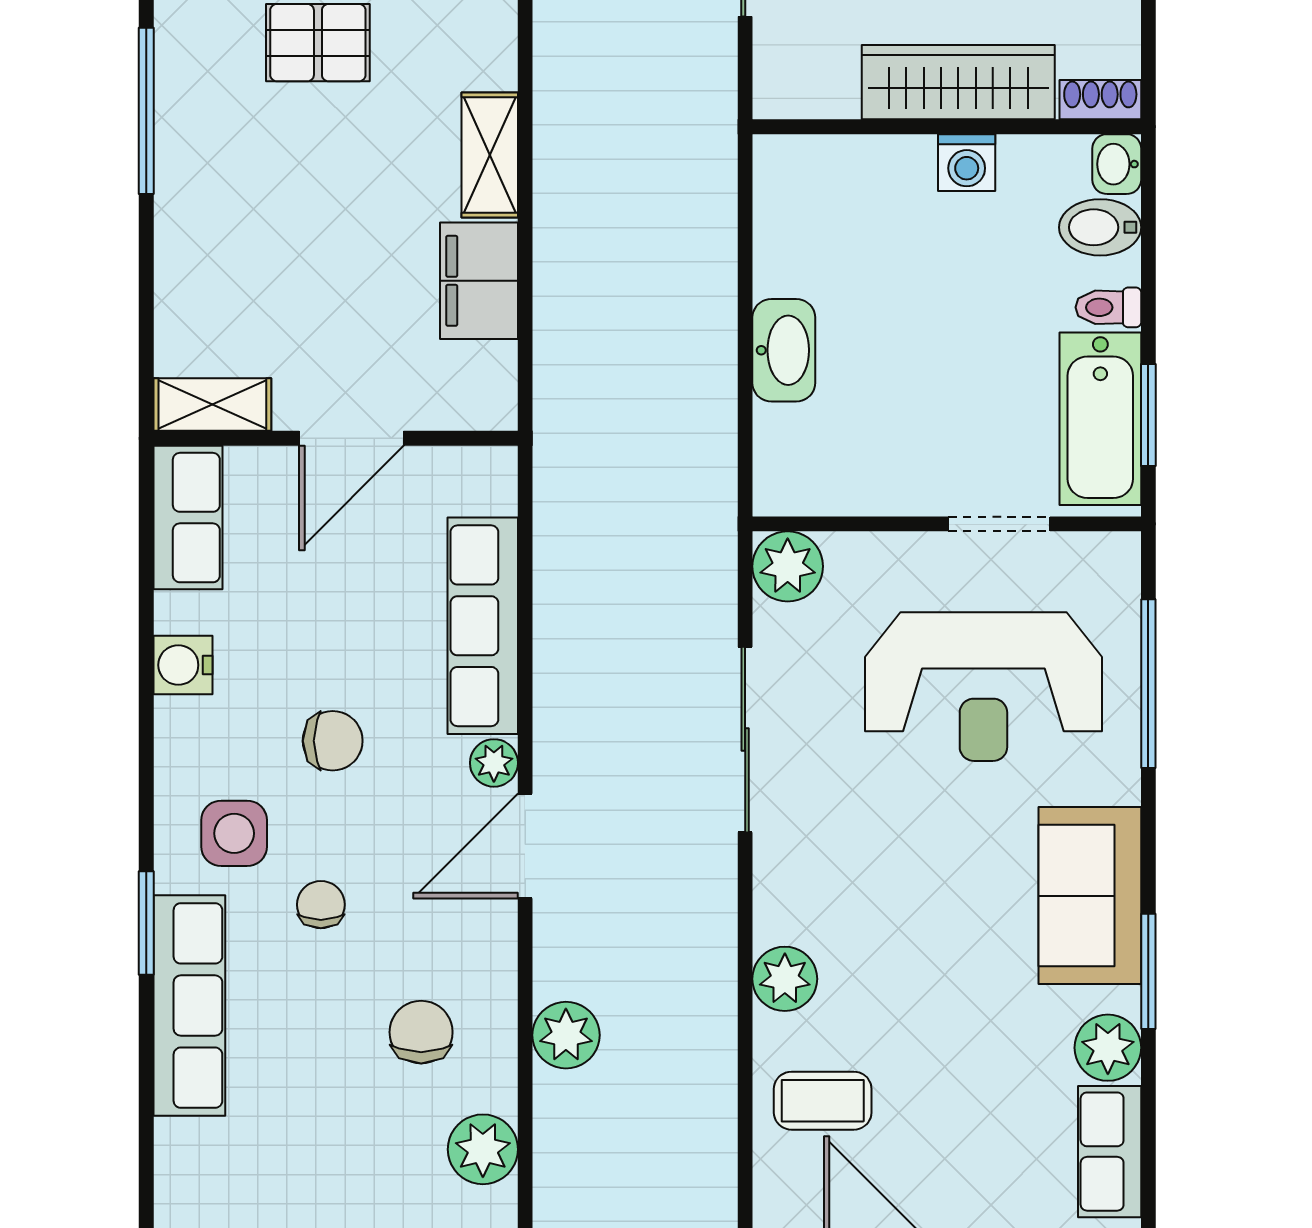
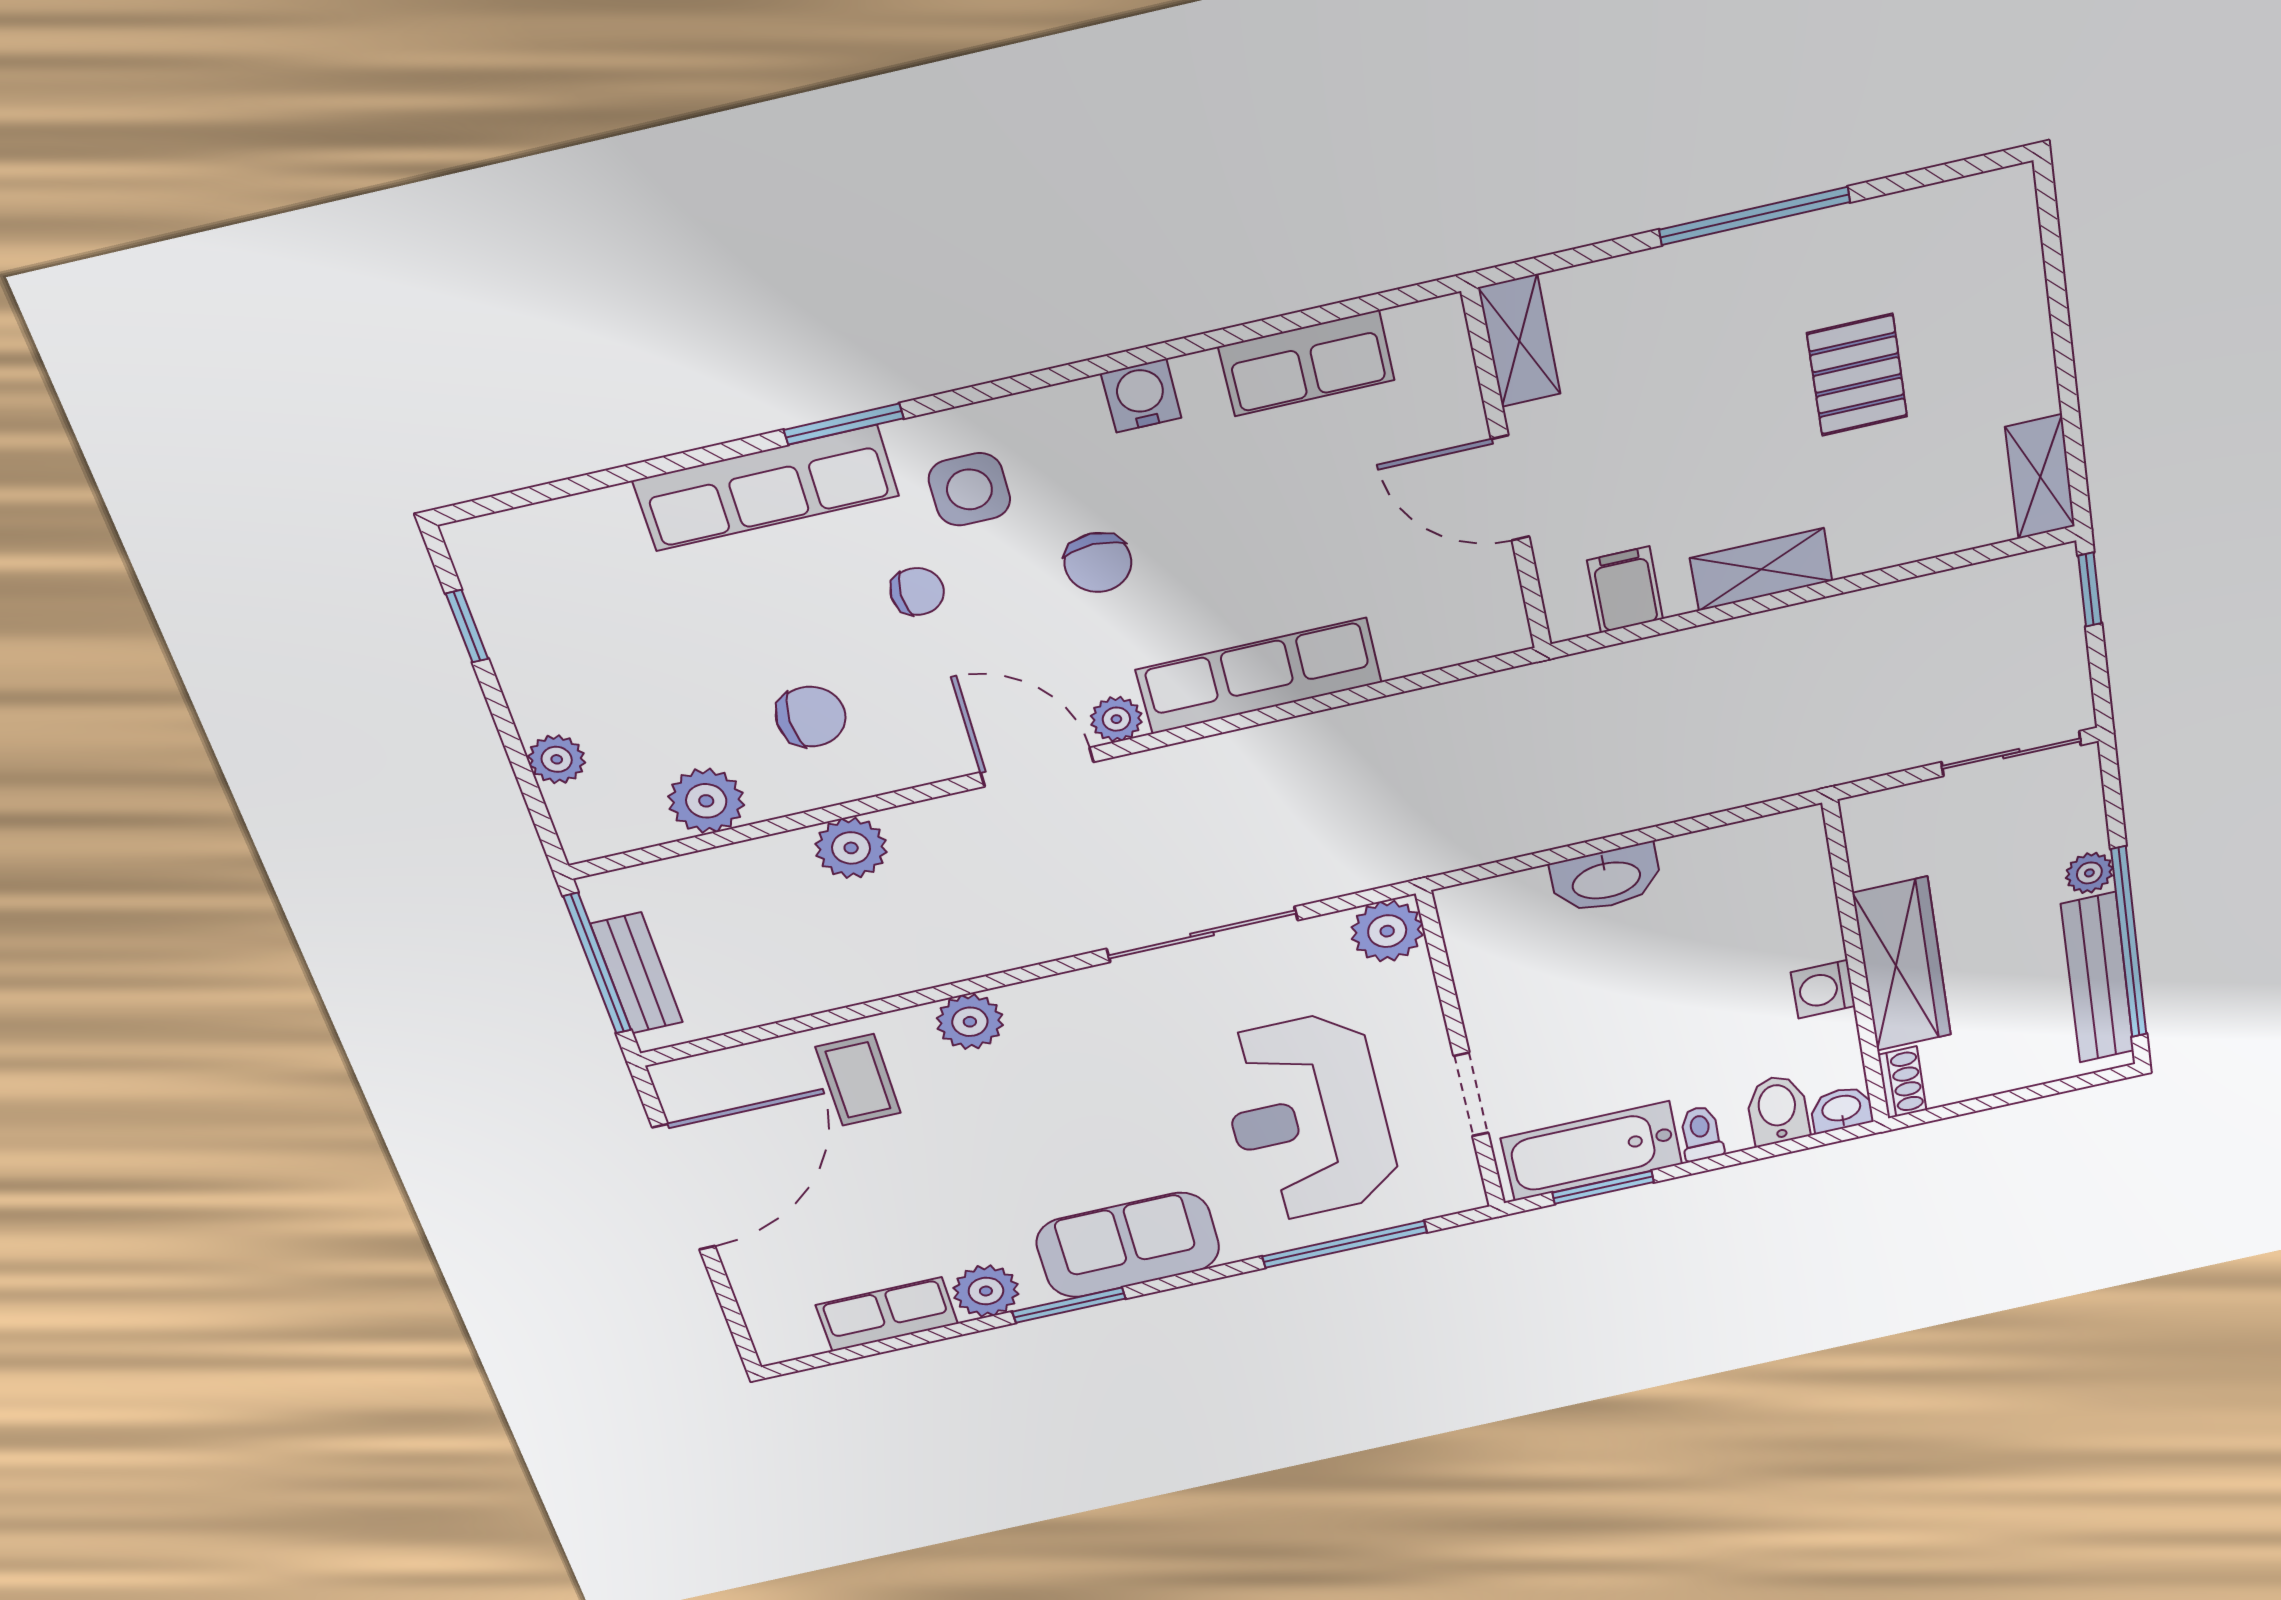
filing cabinet: (479, 281) -> (1625, 590), width x0.50
shelving: (212, 405) -> (1519, 341), moved
wall: (336, 438) -> (1507, 473), moved
door: (351, 438) -> (1510, 488), moved

